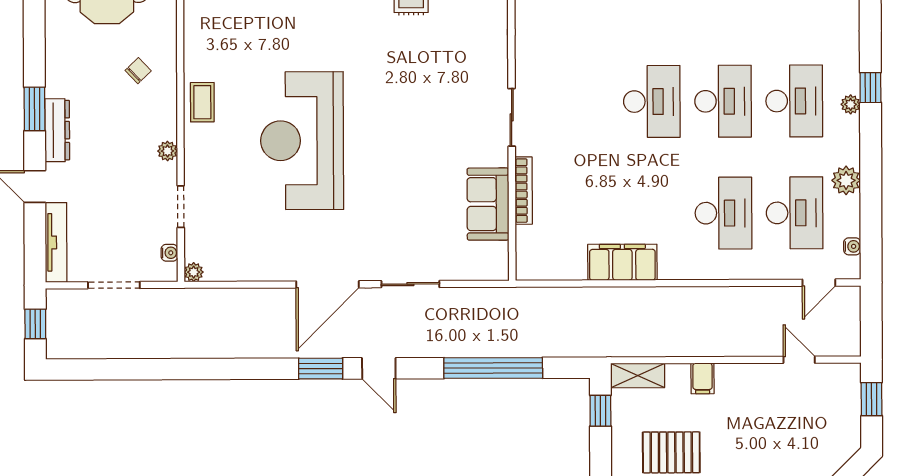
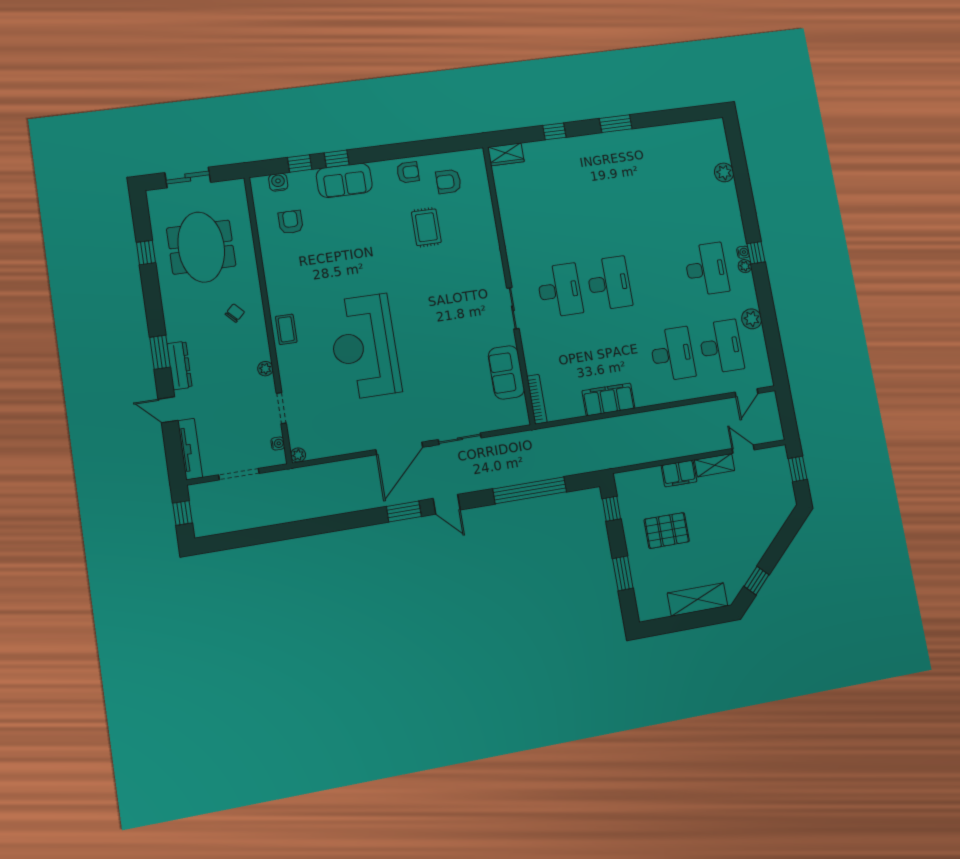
desk: (723, 101) -> (560, 290), moved
bookcase: (524, 191) -> (537, 399), moved
water cooler: (852, 246) -> (743, 252), moved
shelving: (638, 376) -> (715, 465), moved
filing cabinet: (703, 378) -> (679, 474), width x2.00

